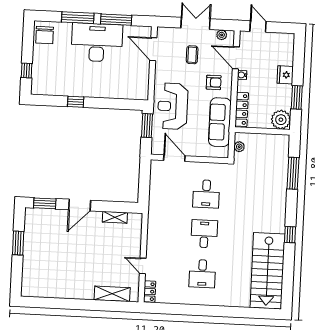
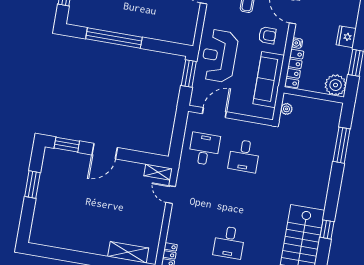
water cooler: (242, 75) -> (297, 43), moved
window: (76, 102) -> (114, 38), width x3.17
door: (174, 158) -> (214, 113), hinge flipped
shelving: (115, 217) -> (158, 172), moved
desk: (204, 234) -> (204, 149), moved
window: (290, 235) -> (327, 229), moved
door: (143, 266) -> (171, 195), moved

